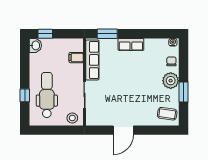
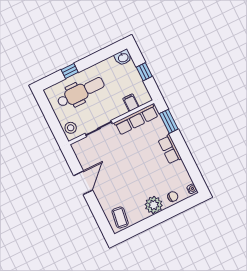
window: (45, 34) -> (144, 72), moved
window: (183, 92) -> (149, 223), removed
door: (123, 130) -> (83, 183), swing flipped

